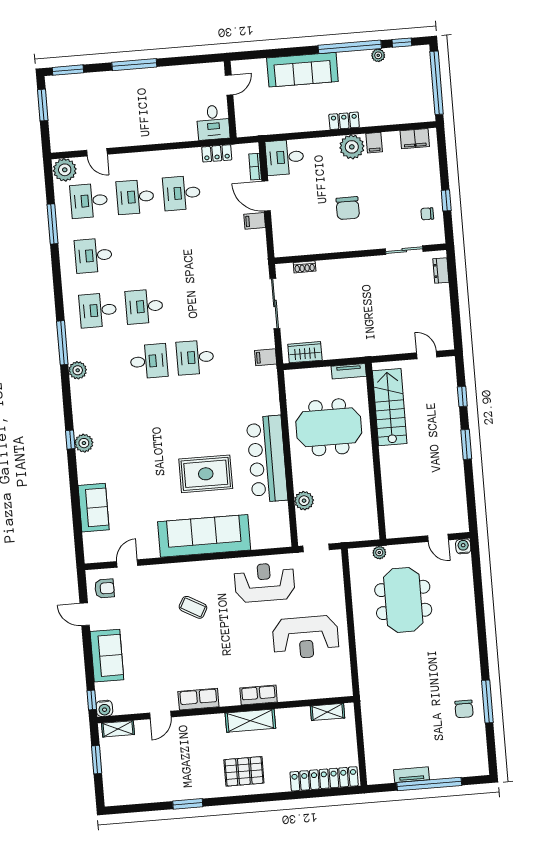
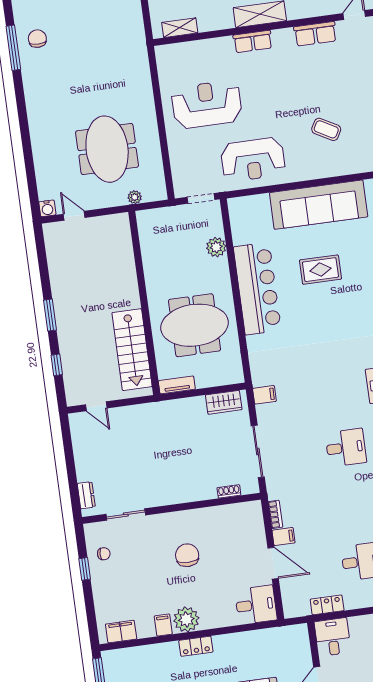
bookcase: (255, 167) -> (275, 514), moved
desk: (195, 357) -> (346, 448), moved
rug: (206, 474) -> (320, 270), width x0.73, depth x0.70

